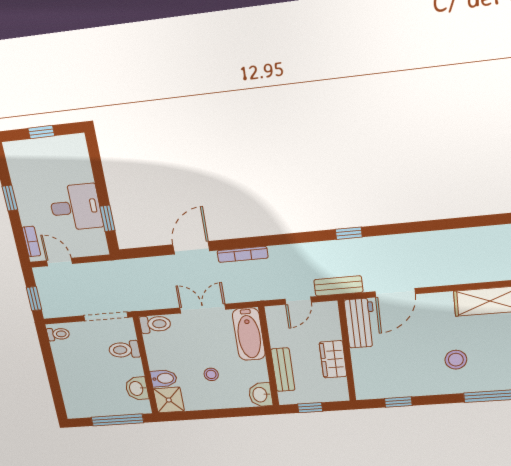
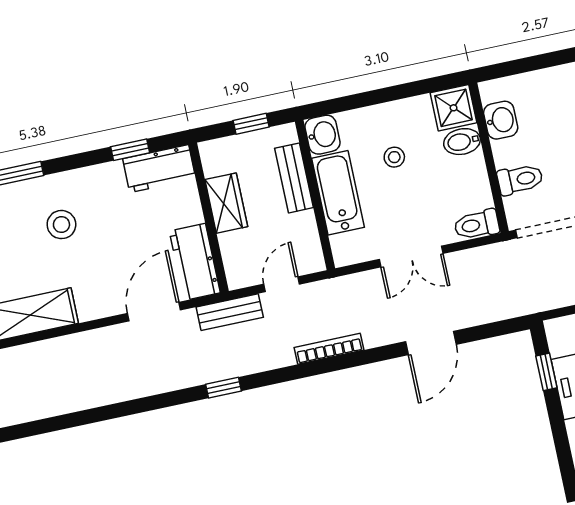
bookcase: (243, 254) -> (329, 349), moved
bathtub: (249, 334) -> (338, 193), moved
workbench: (379, 387) -> (159, 169), added
window: (117, 420) -> (528, 64), removed

